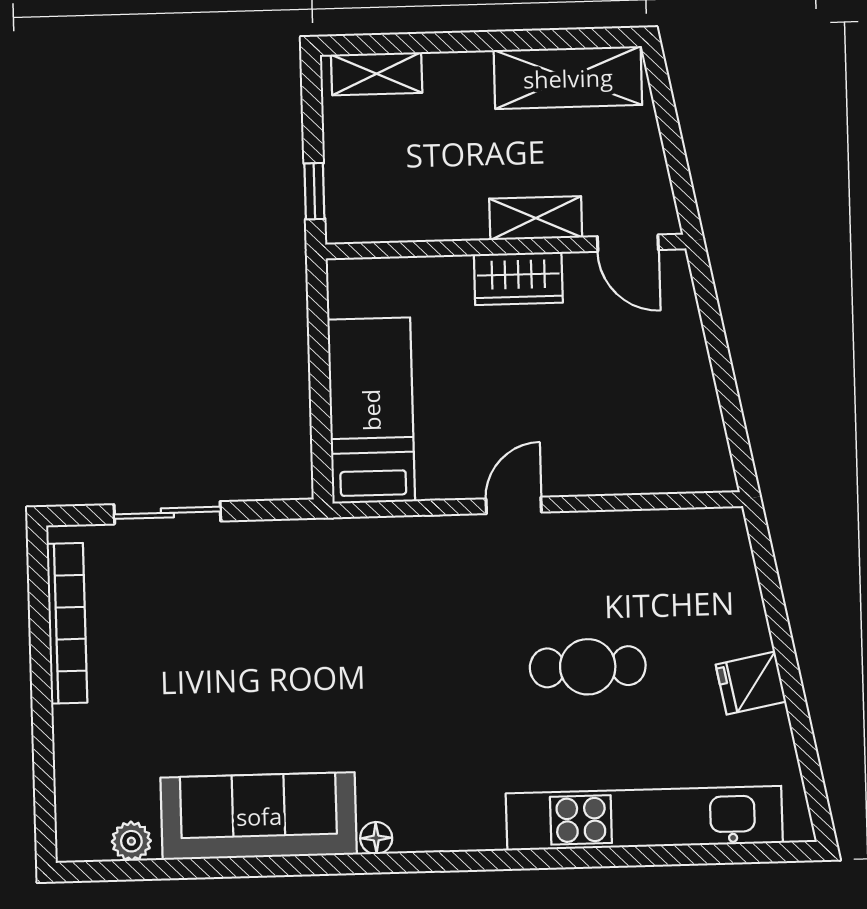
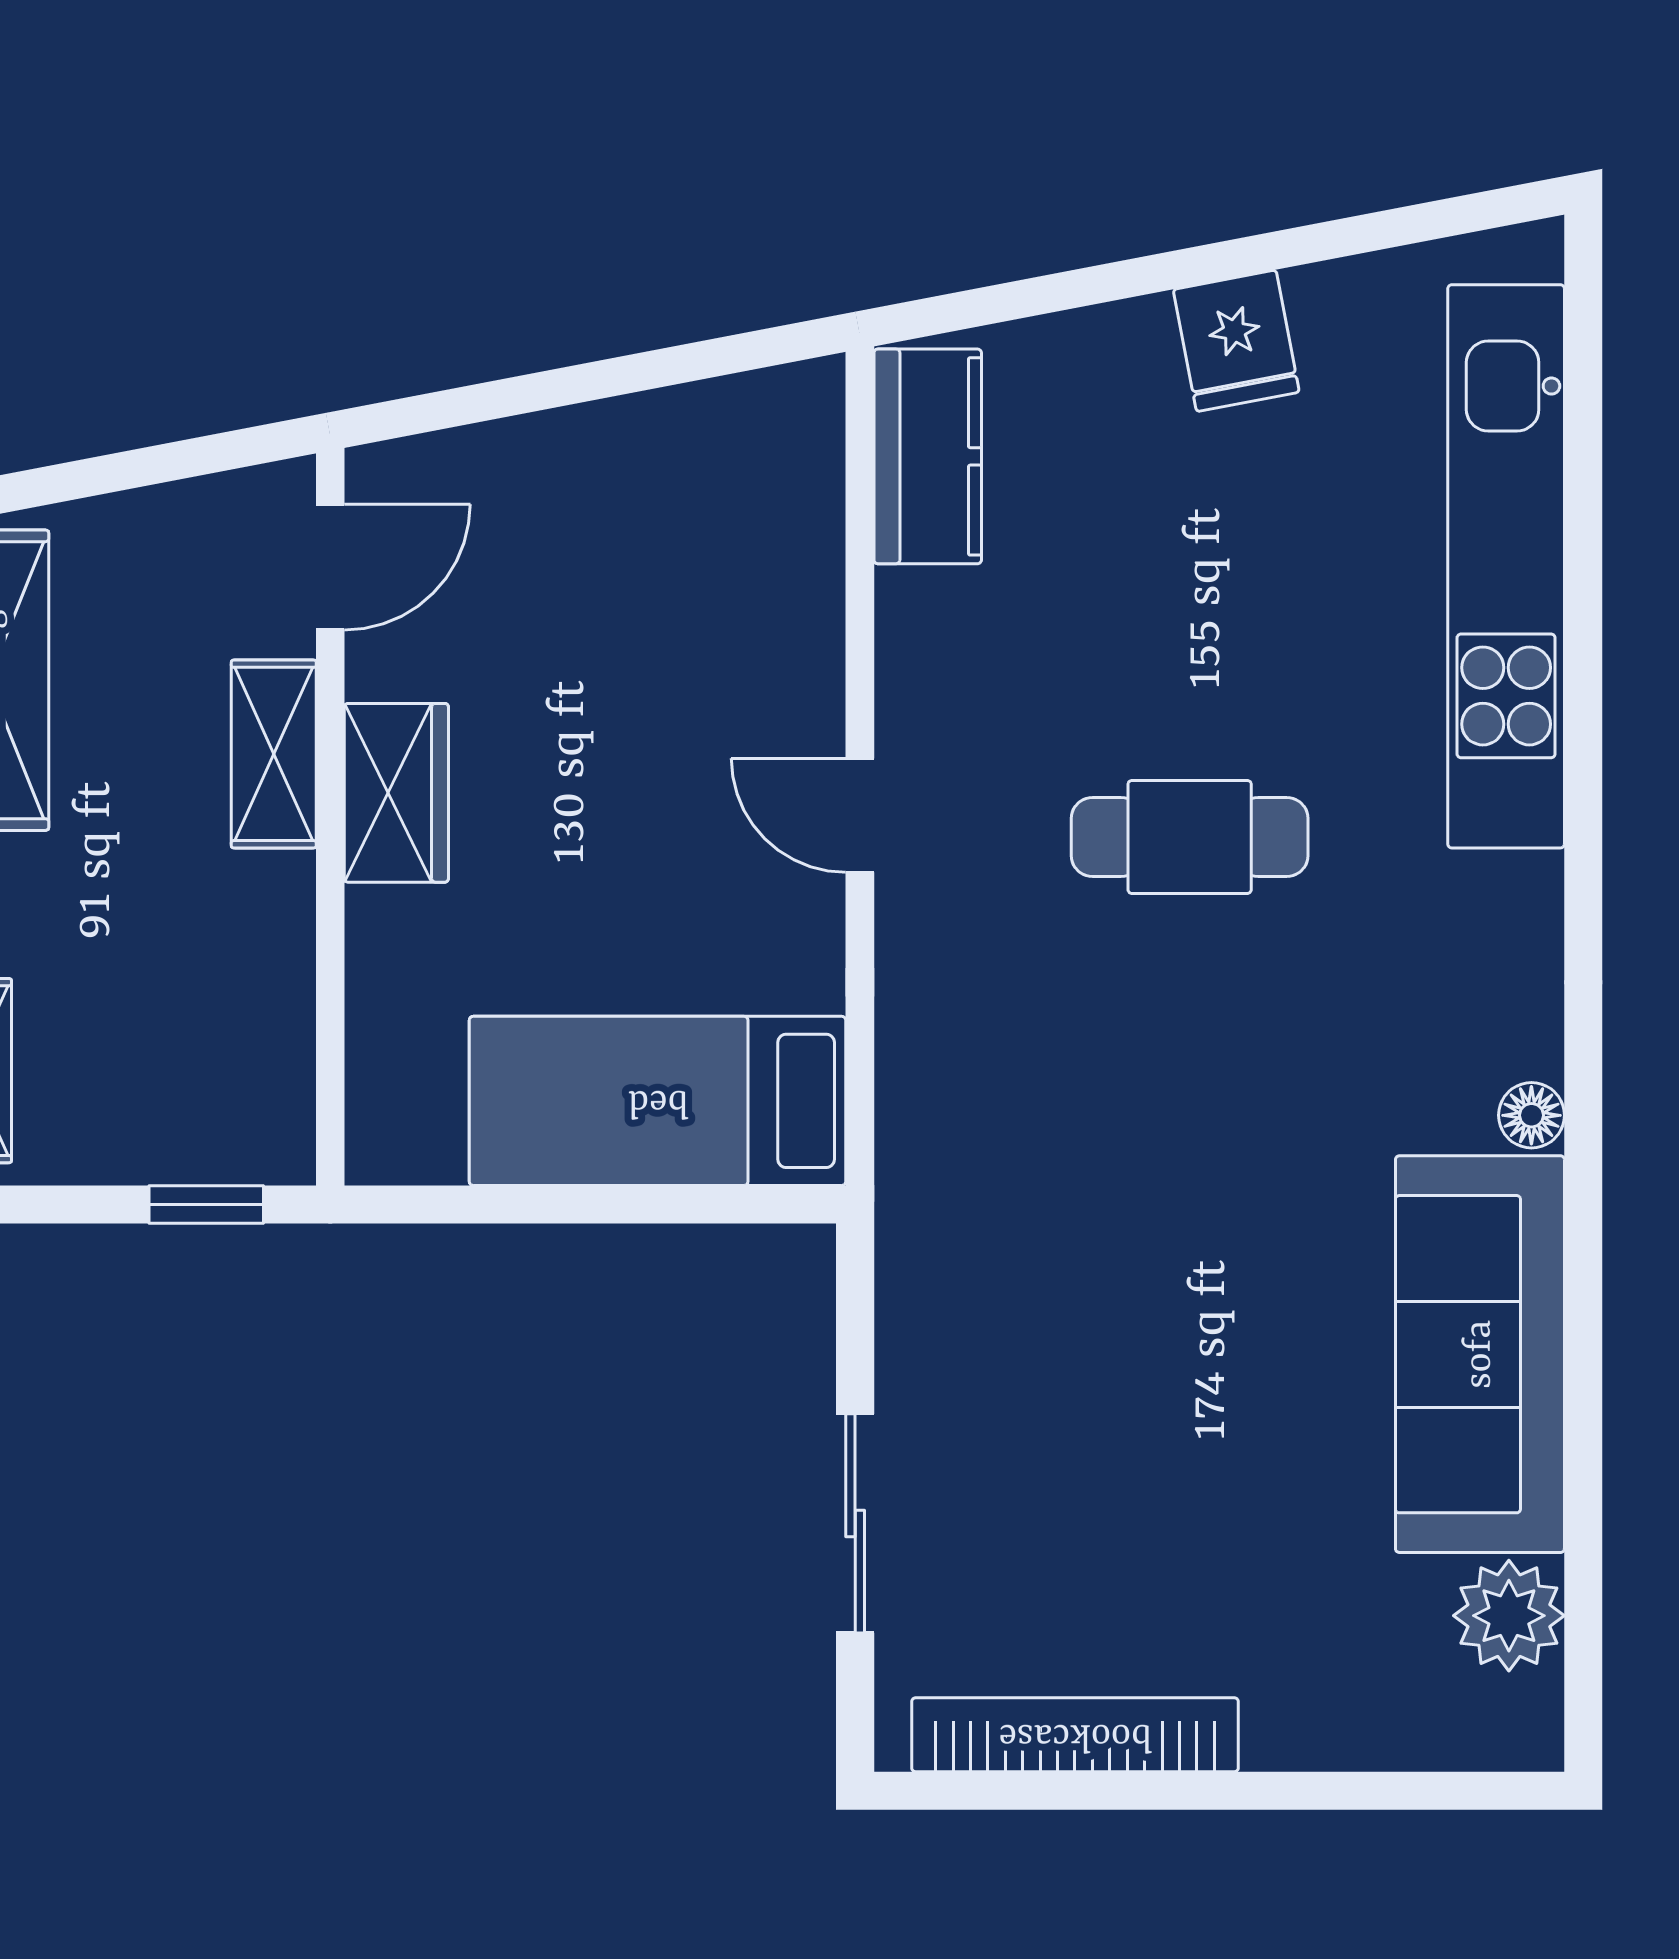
kitchen counter: (690, 534) -> (928, 456), added
cafe table: (588, 667) -> (1190, 837), moved, turned 90
plant: (131, 841) -> (1509, 1616), width x1.38, depth x1.38

